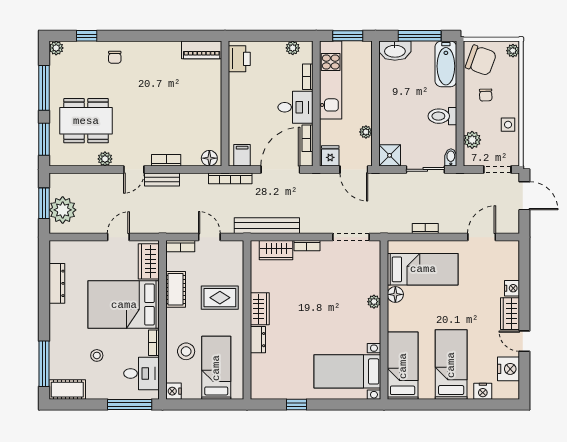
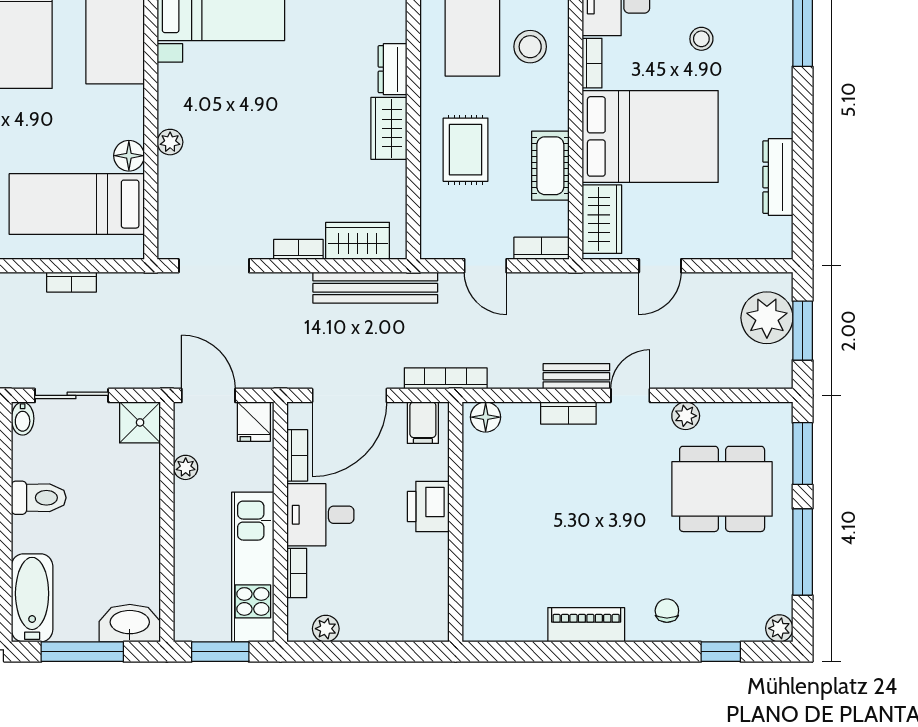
piano: (202, 50) -> (586, 625), moved
printer: (239, 59) -> (428, 506), moved
rug: (220, 298) -> (466, 150), turned 90

